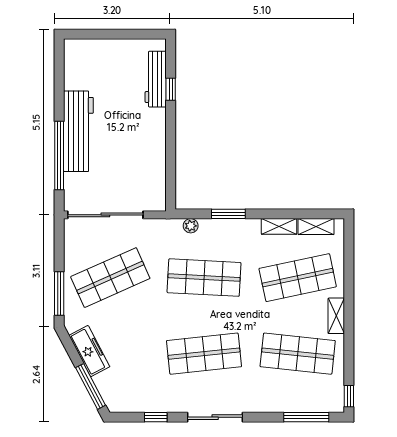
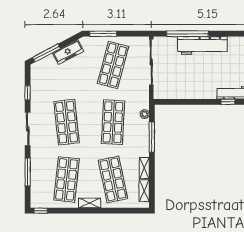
window: (228, 214) -> (152, 137), width x1.44
shop shelf: (110, 278) -> (113, 65), turned 39
window: (306, 417) -> (28, 172), moved

